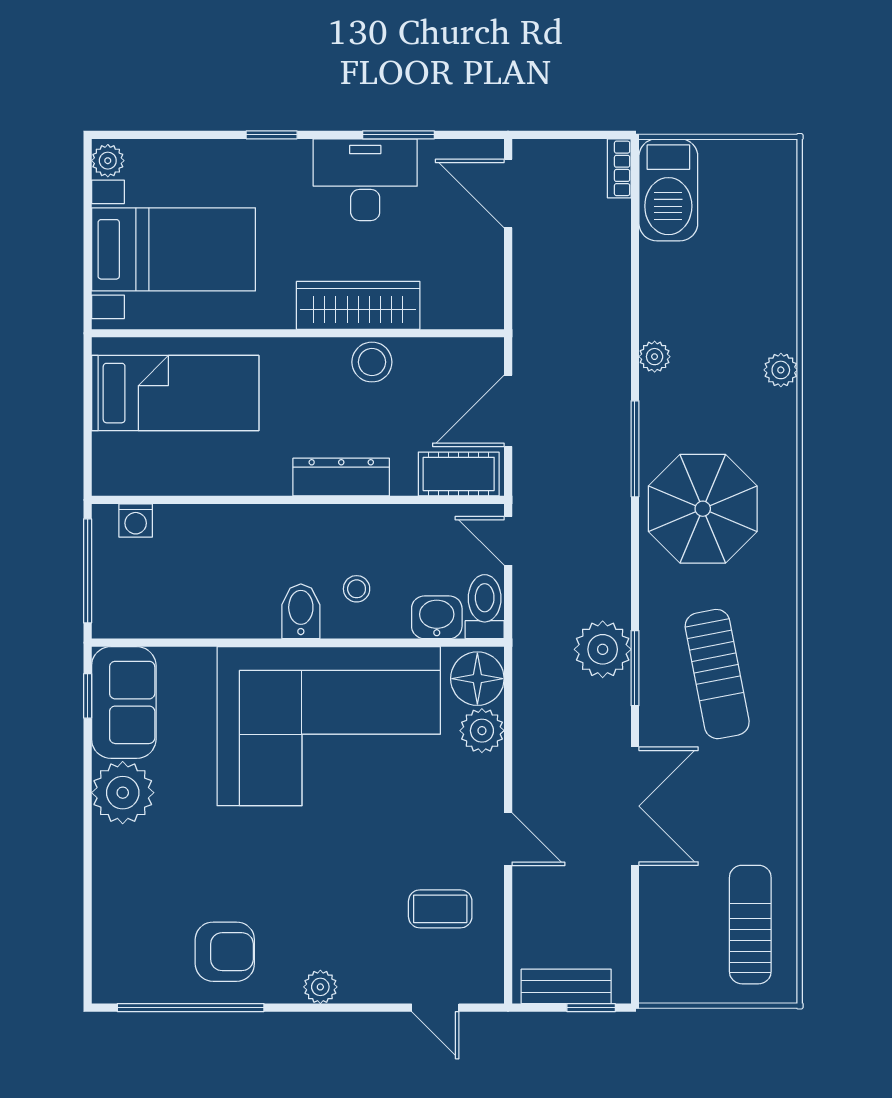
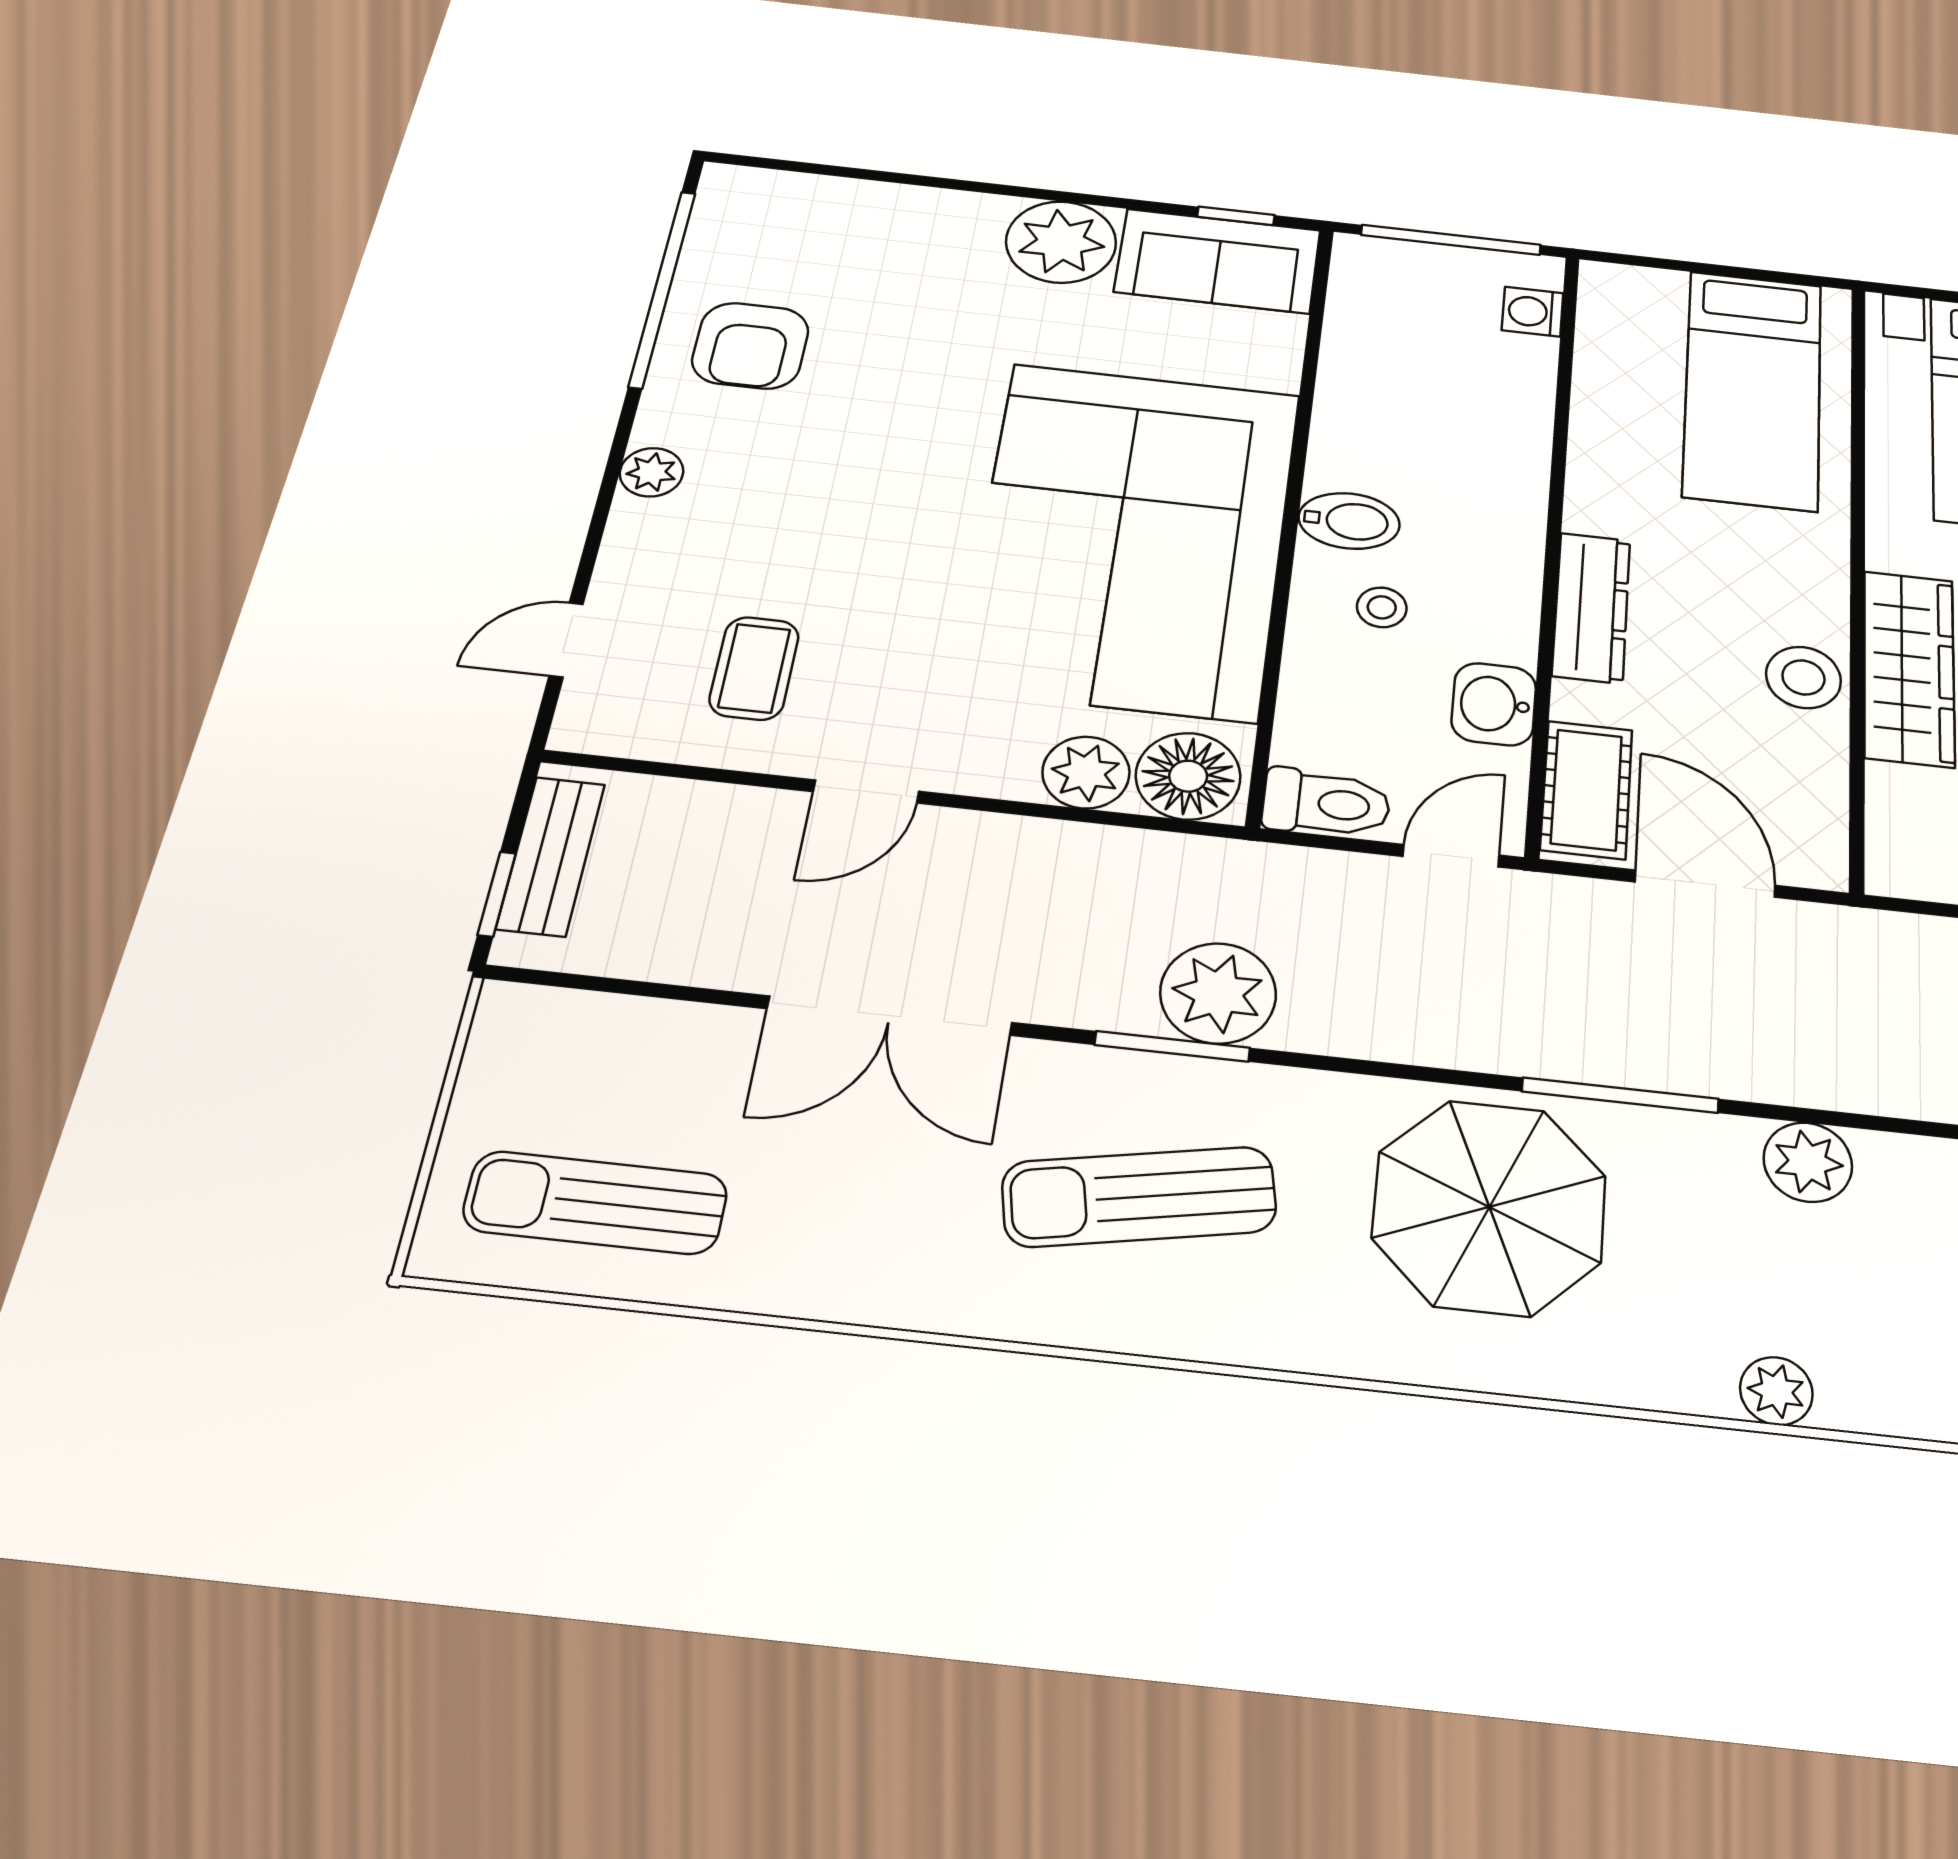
plant: (655, 357) -> (1808, 1162), width x1.38, depth x1.38
washbasin: (437, 617) -> (1494, 704), moved, turned 180
sun lounger: (750, 925) -> (595, 1203), turned 180

